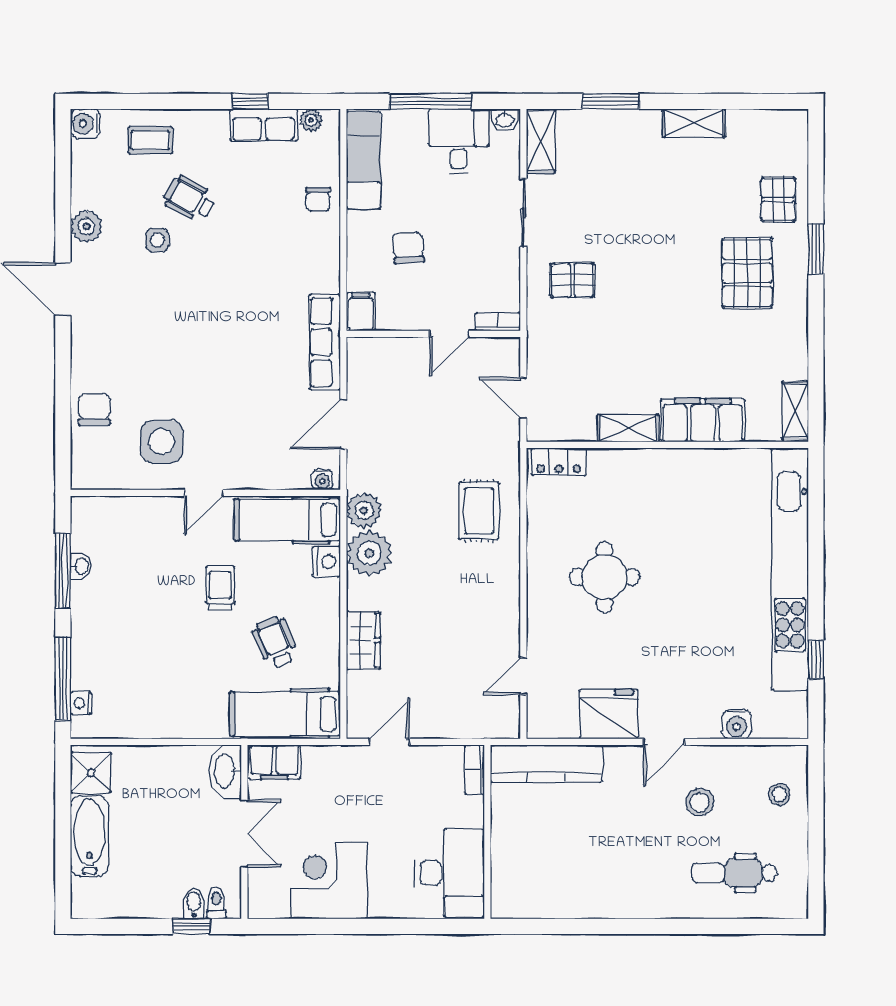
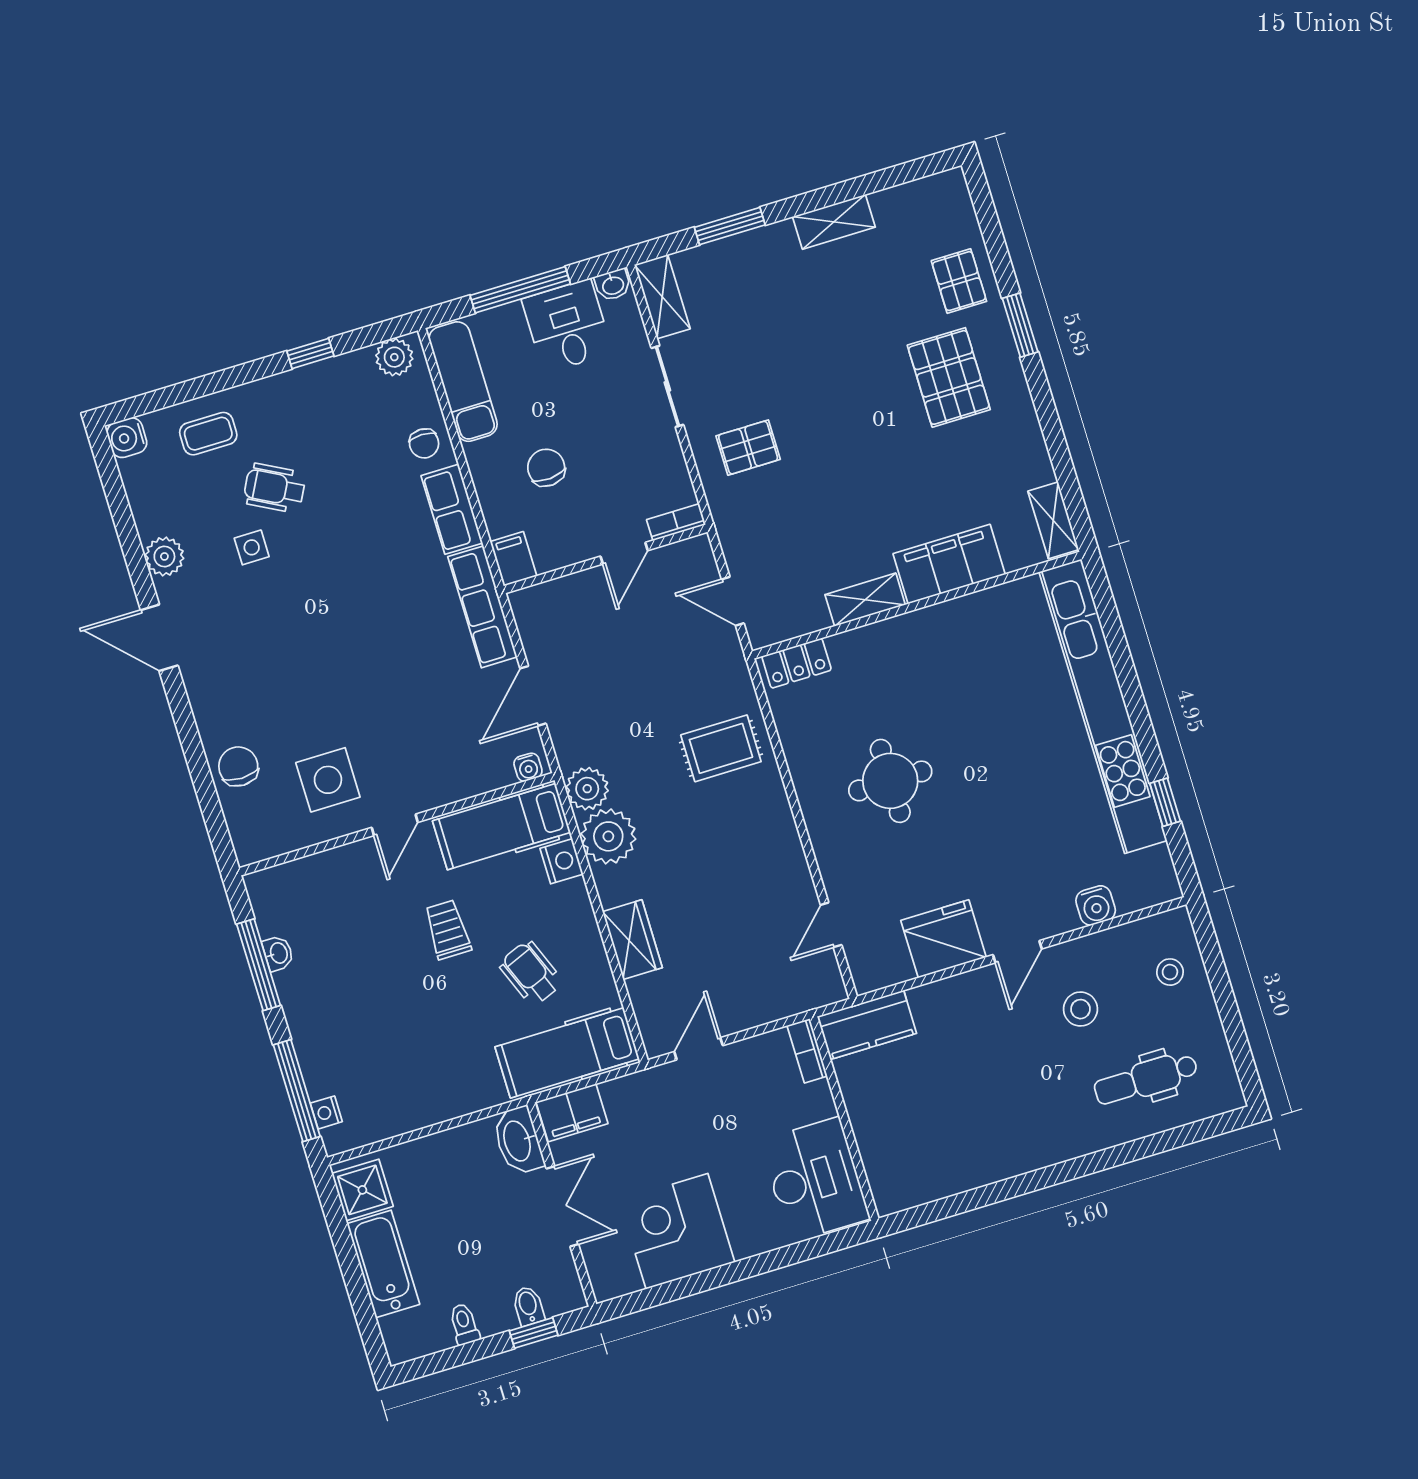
plant: (311, 120) -> (394, 357), width x1.38, depth x1.38
row of seats: (263, 125) -> (452, 509), moved, turned 90
rug: (479, 511) -> (721, 748), turned 90
kitchen counter: (546, 764) -> (867, 1025), width x0.67
toilet: (216, 903) -> (464, 1324), moved

